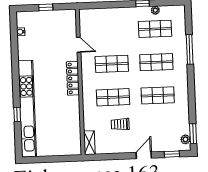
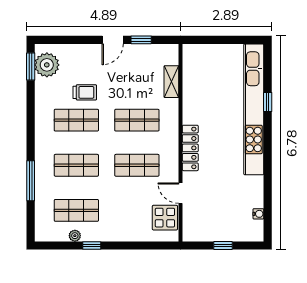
display table: (89, 26) -> (165, 218), added
trolley: (120, 124) -> (85, 92), moved
plant: (185, 139) -> (47, 65), width x1.88, depth x1.88
shelving: (89, 143) -> (171, 82), moved
window: (172, 154) -> (141, 40), moved
door: (144, 155) -> (113, 40), moved

